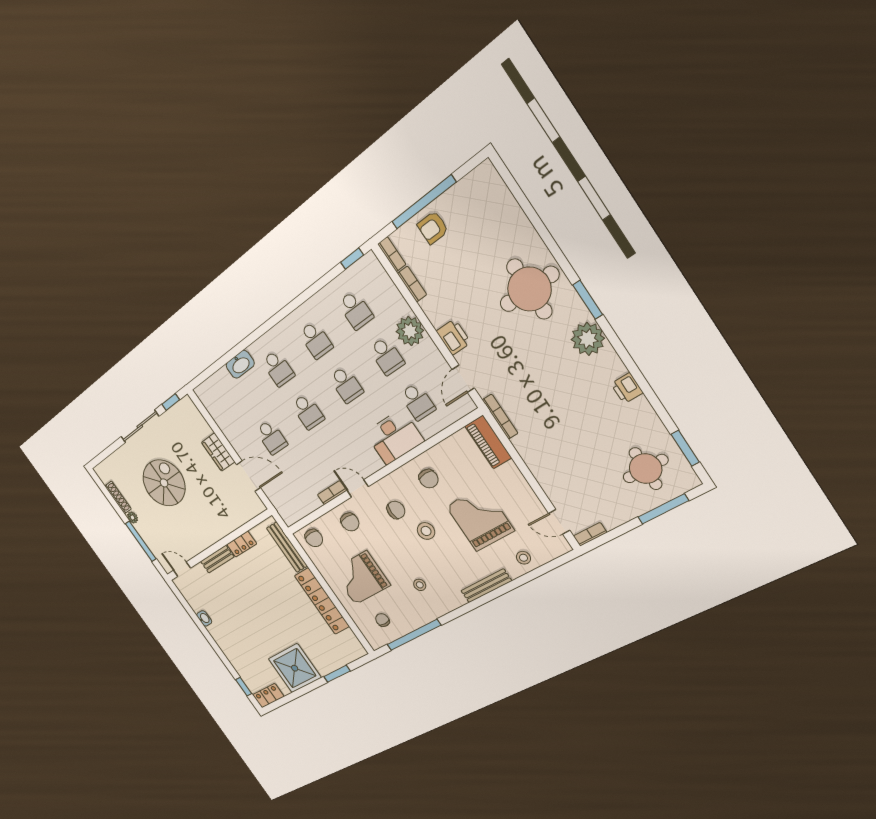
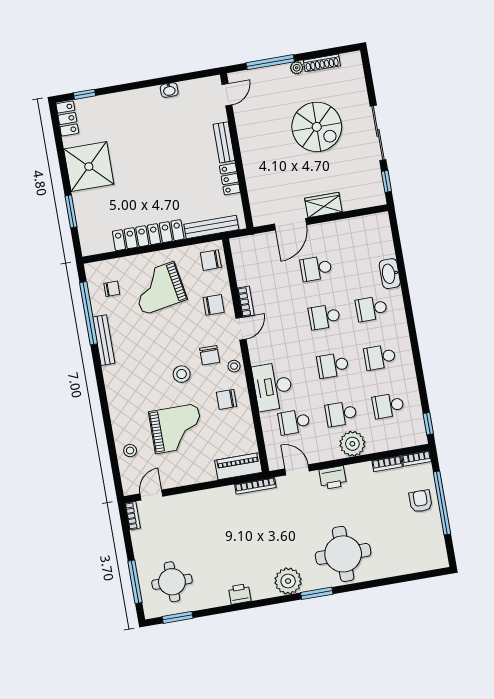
chair: (350, 522) -> (214, 305), turned 180
grand piano: (361, 578) -> (159, 288), turned -100
stool: (420, 585) -> (234, 366), moved
bench: (486, 586) -> (104, 340), moved

